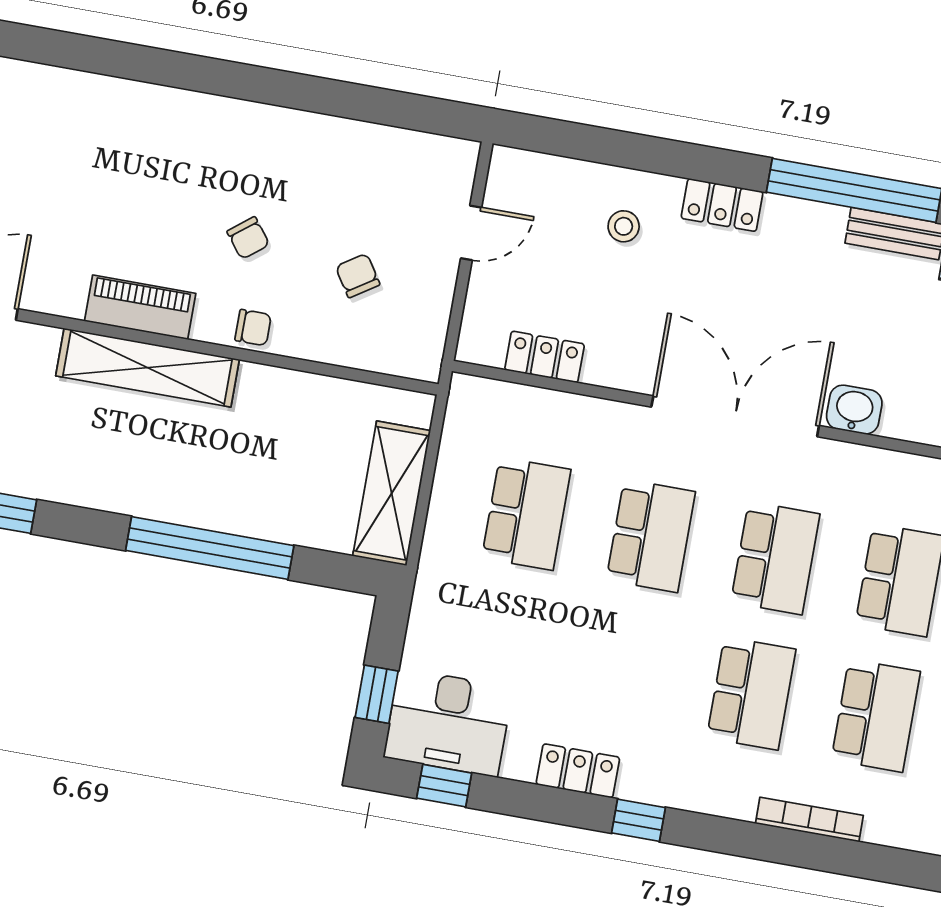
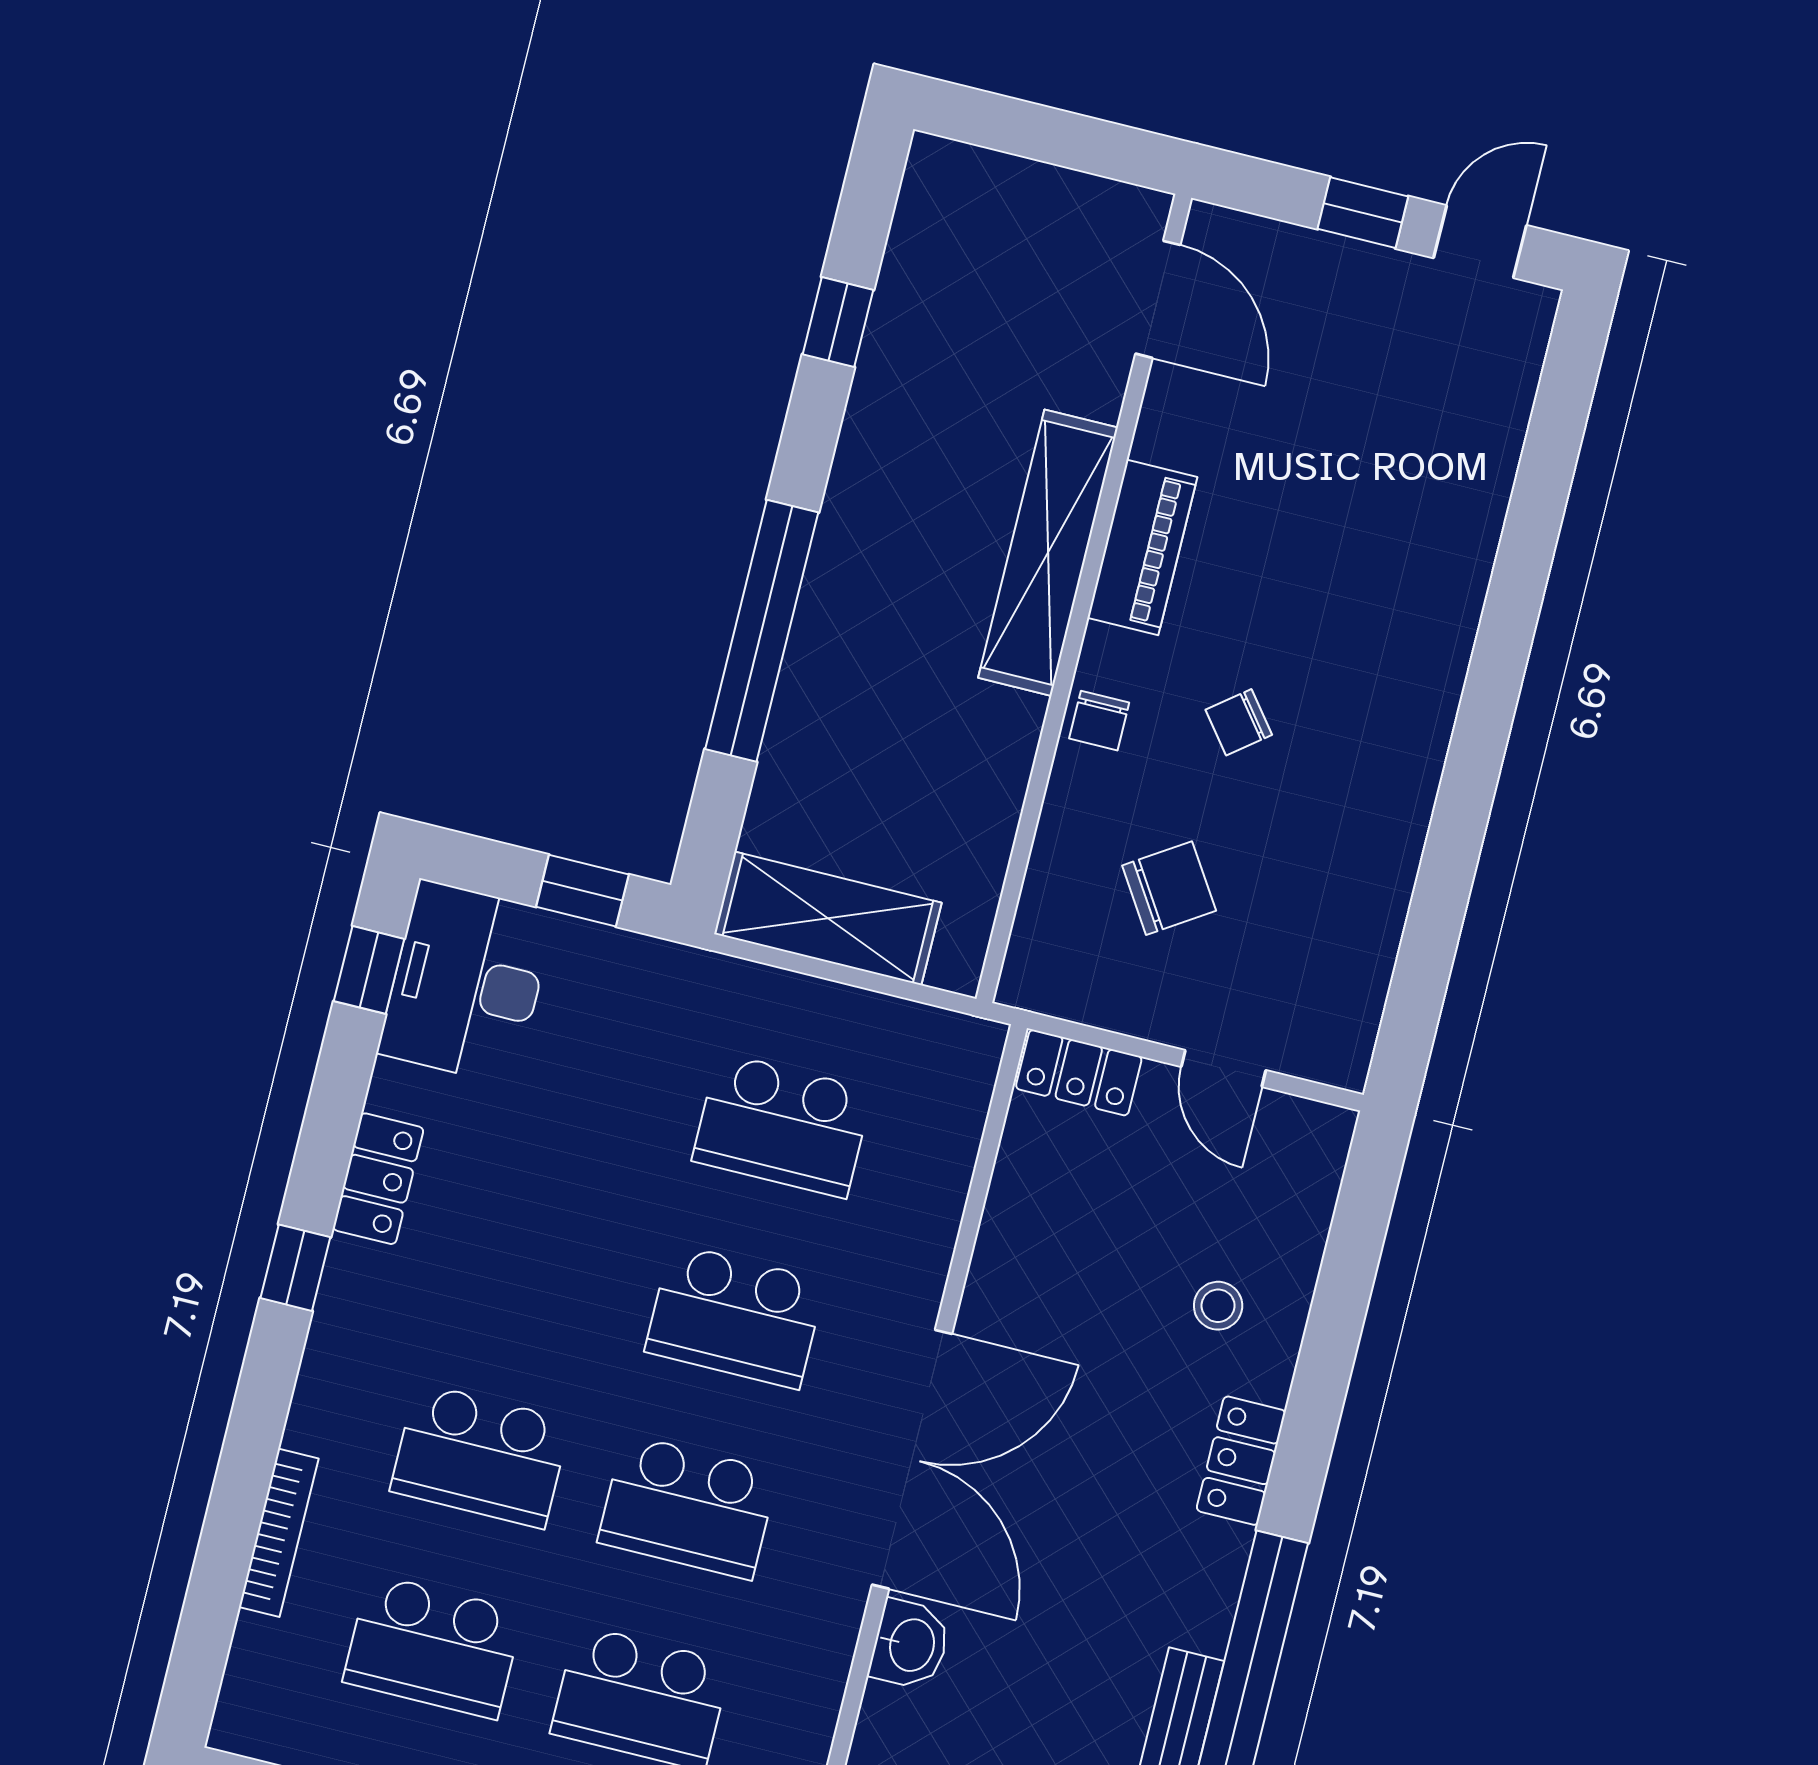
chair: (358, 276) -> (1169, 888), width x1.37, depth x1.37
locker: (545, 357) -> (1079, 1073), moved, turned 90
window: (377, 694) -> (582, 891), moved

